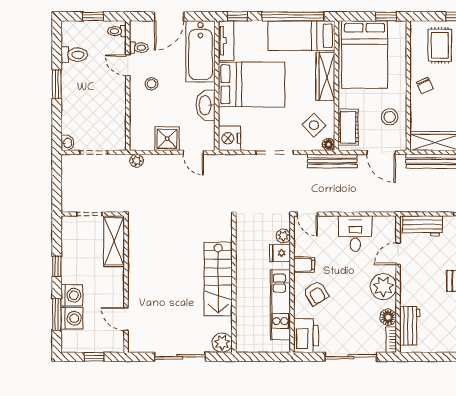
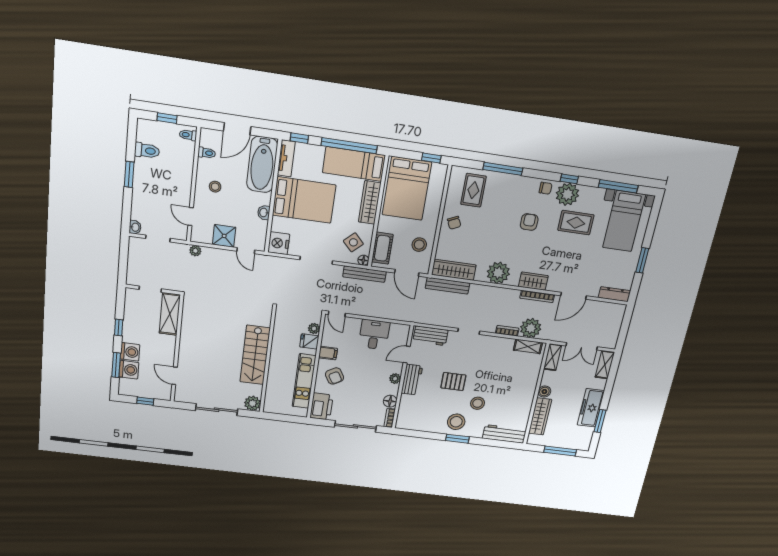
door: (128, 65) -> (191, 217), moved
washbasin: (206, 105) -> (264, 213), width x0.52, depth x0.69
plant: (383, 287) -> (395, 379), width x0.53, depth x0.53
workbench: (410, 326) -> (412, 380), moved

